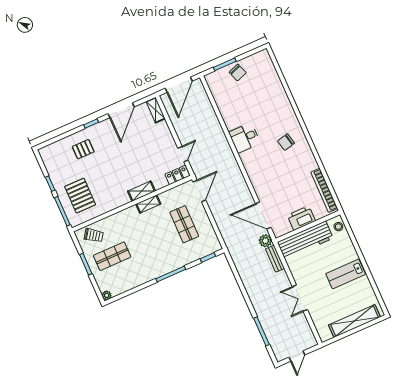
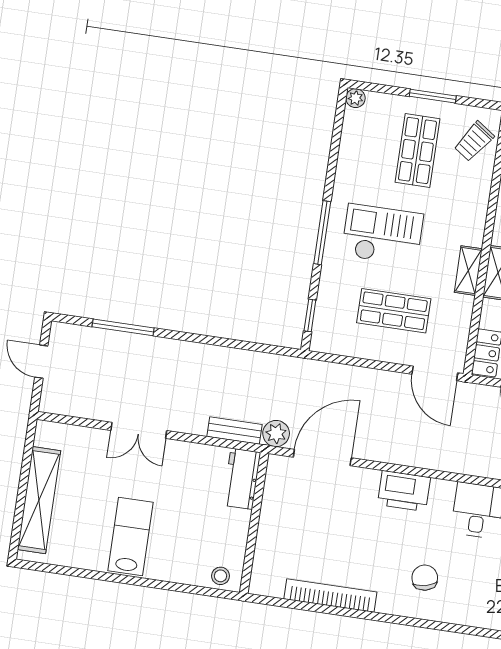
bookcase: (324, 190) -> (330, 596), moved
printer: (301, 218) -> (404, 491), moved, turned 90
workbench: (305, 240) -> (242, 479), width x0.53, depth x0.76
checkout: (156, 249) -> (382, 235), added
double door: (300, 298) -> (139, 430), swing flipped

